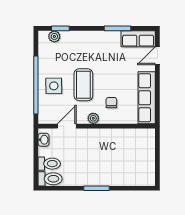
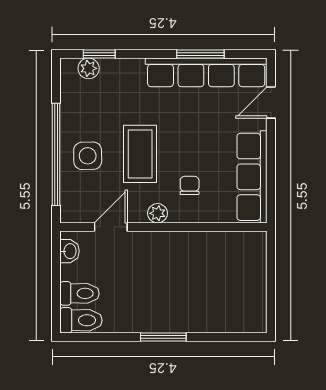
row of seats: (138, 39) -> (206, 72), width x2.02

